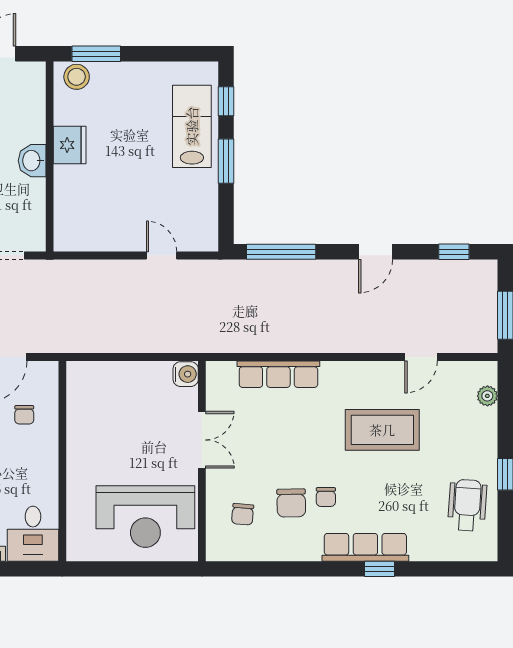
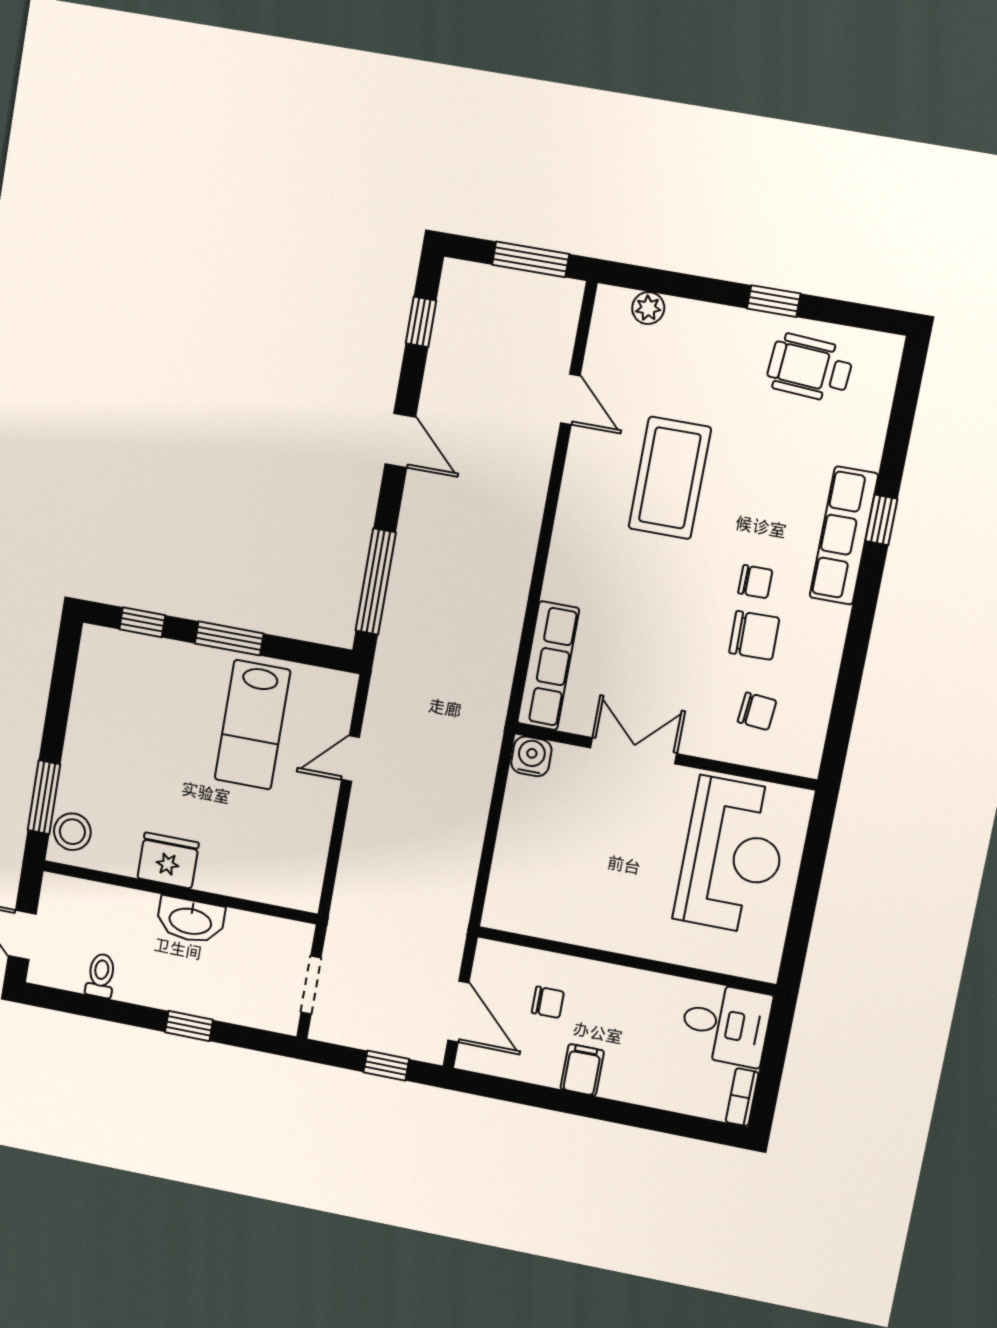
lab bench: (192, 126) -> (253, 725), moved, turned -90
washbasin: (32, 161) -> (190, 920), width x1.38
row of seats: (278, 374) -> (548, 666), moved

